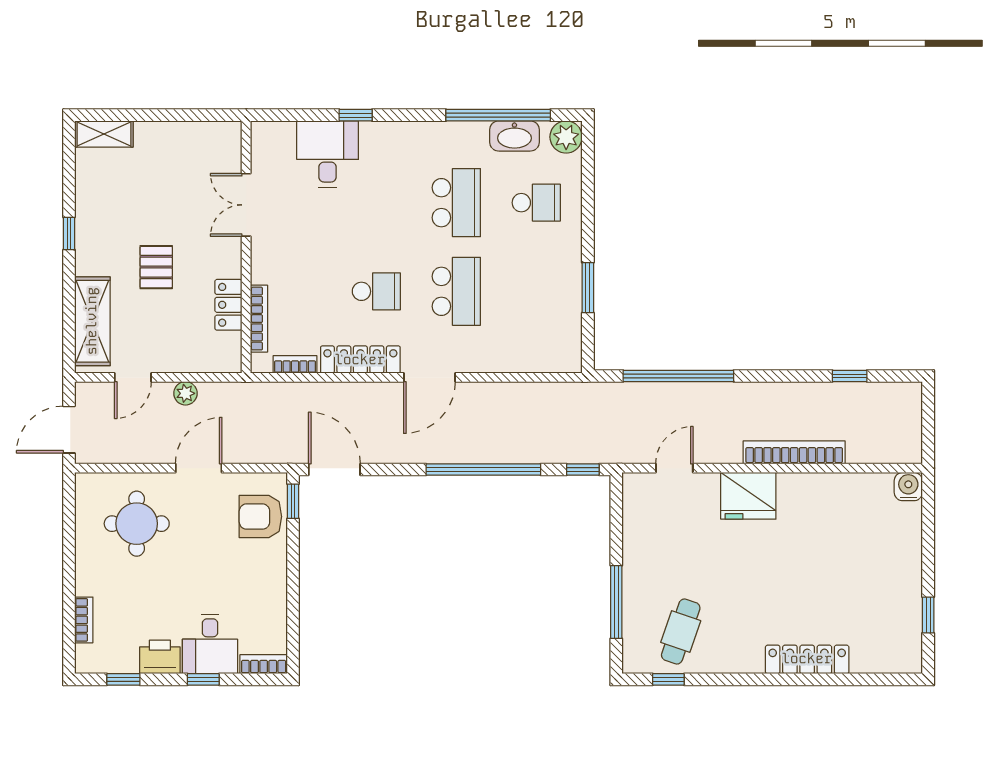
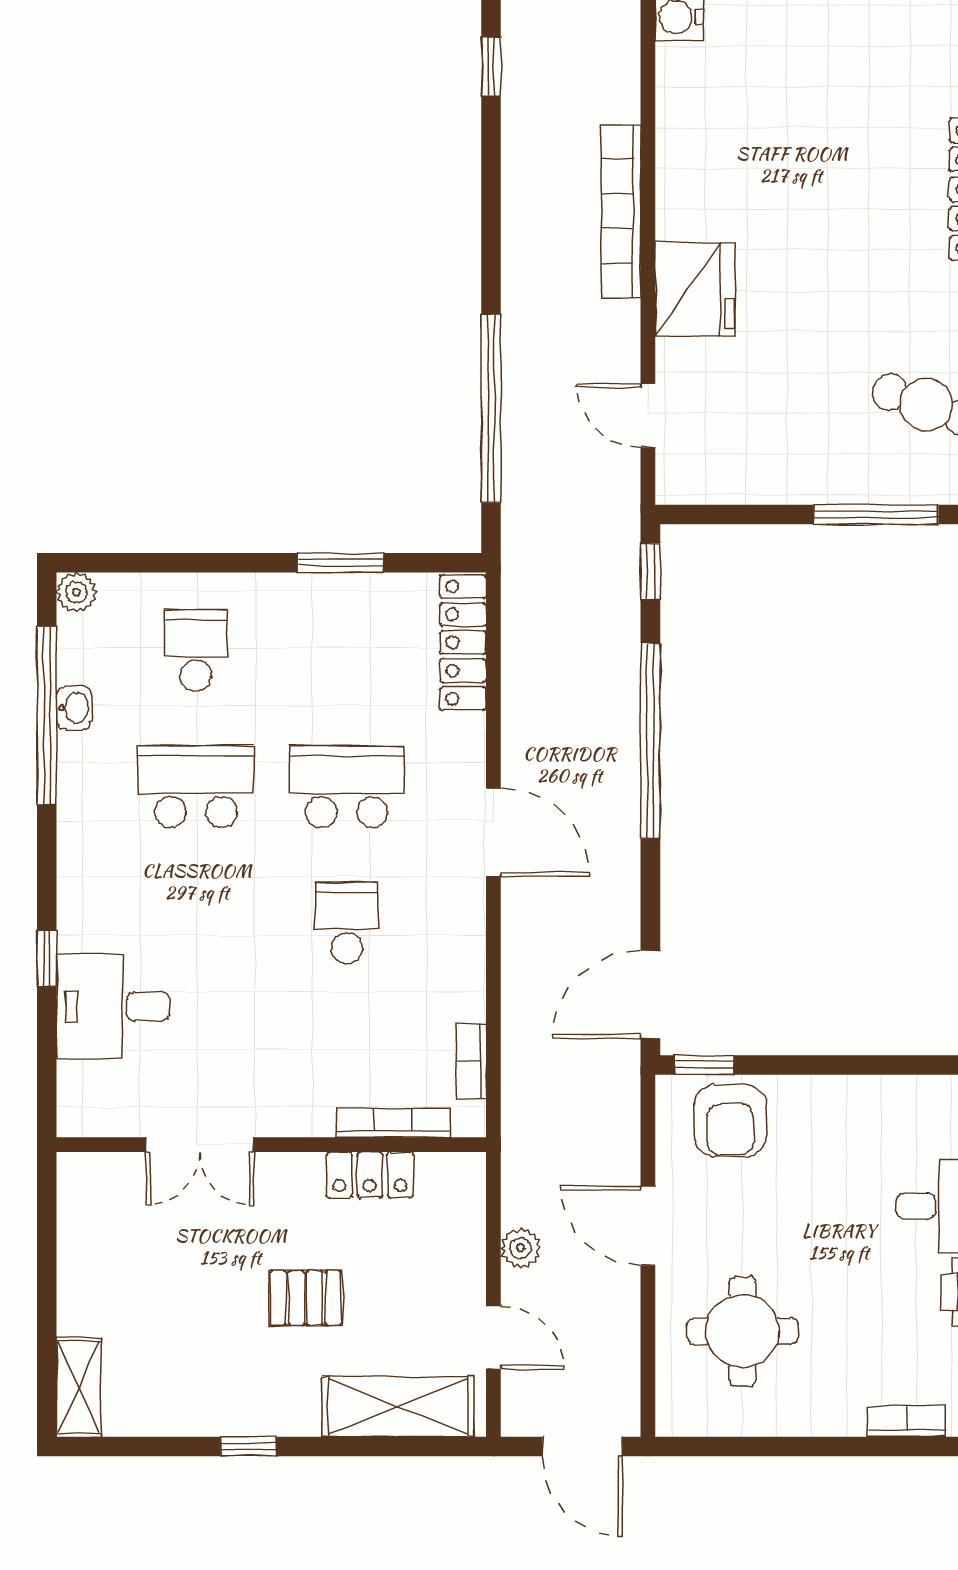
washbasin: (514, 136) -> (74, 708), width x0.52, depth x0.69
plant: (566, 137) -> (76, 592), width x0.73, depth x0.73
locker: (360, 360) -> (463, 643), moved
window: (850, 376) -> (491, 67), moved

